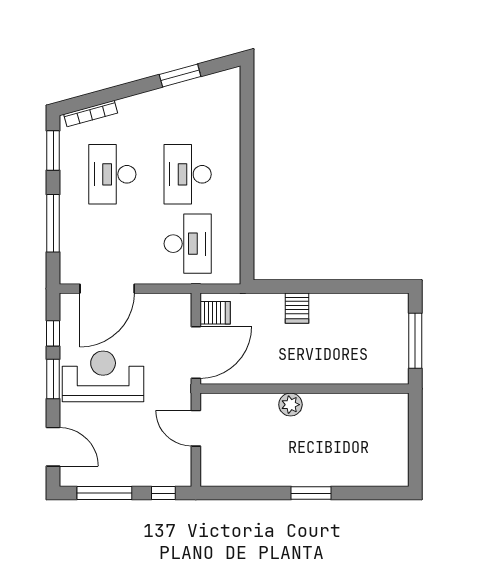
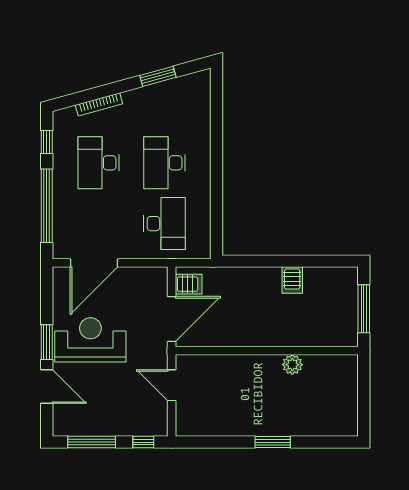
bookcase: (91, 114) -> (99, 104), moved
window: (53, 151) -> (47, 142), width x0.67
window: (53, 223) -> (47, 206), width x1.46
server rack: (297, 308) -> (292, 280), moved
window: (53, 333) -> (47, 302), removed
plant: (290, 405) -> (292, 365), moved
door: (53, 447) -> (47, 387), moved

